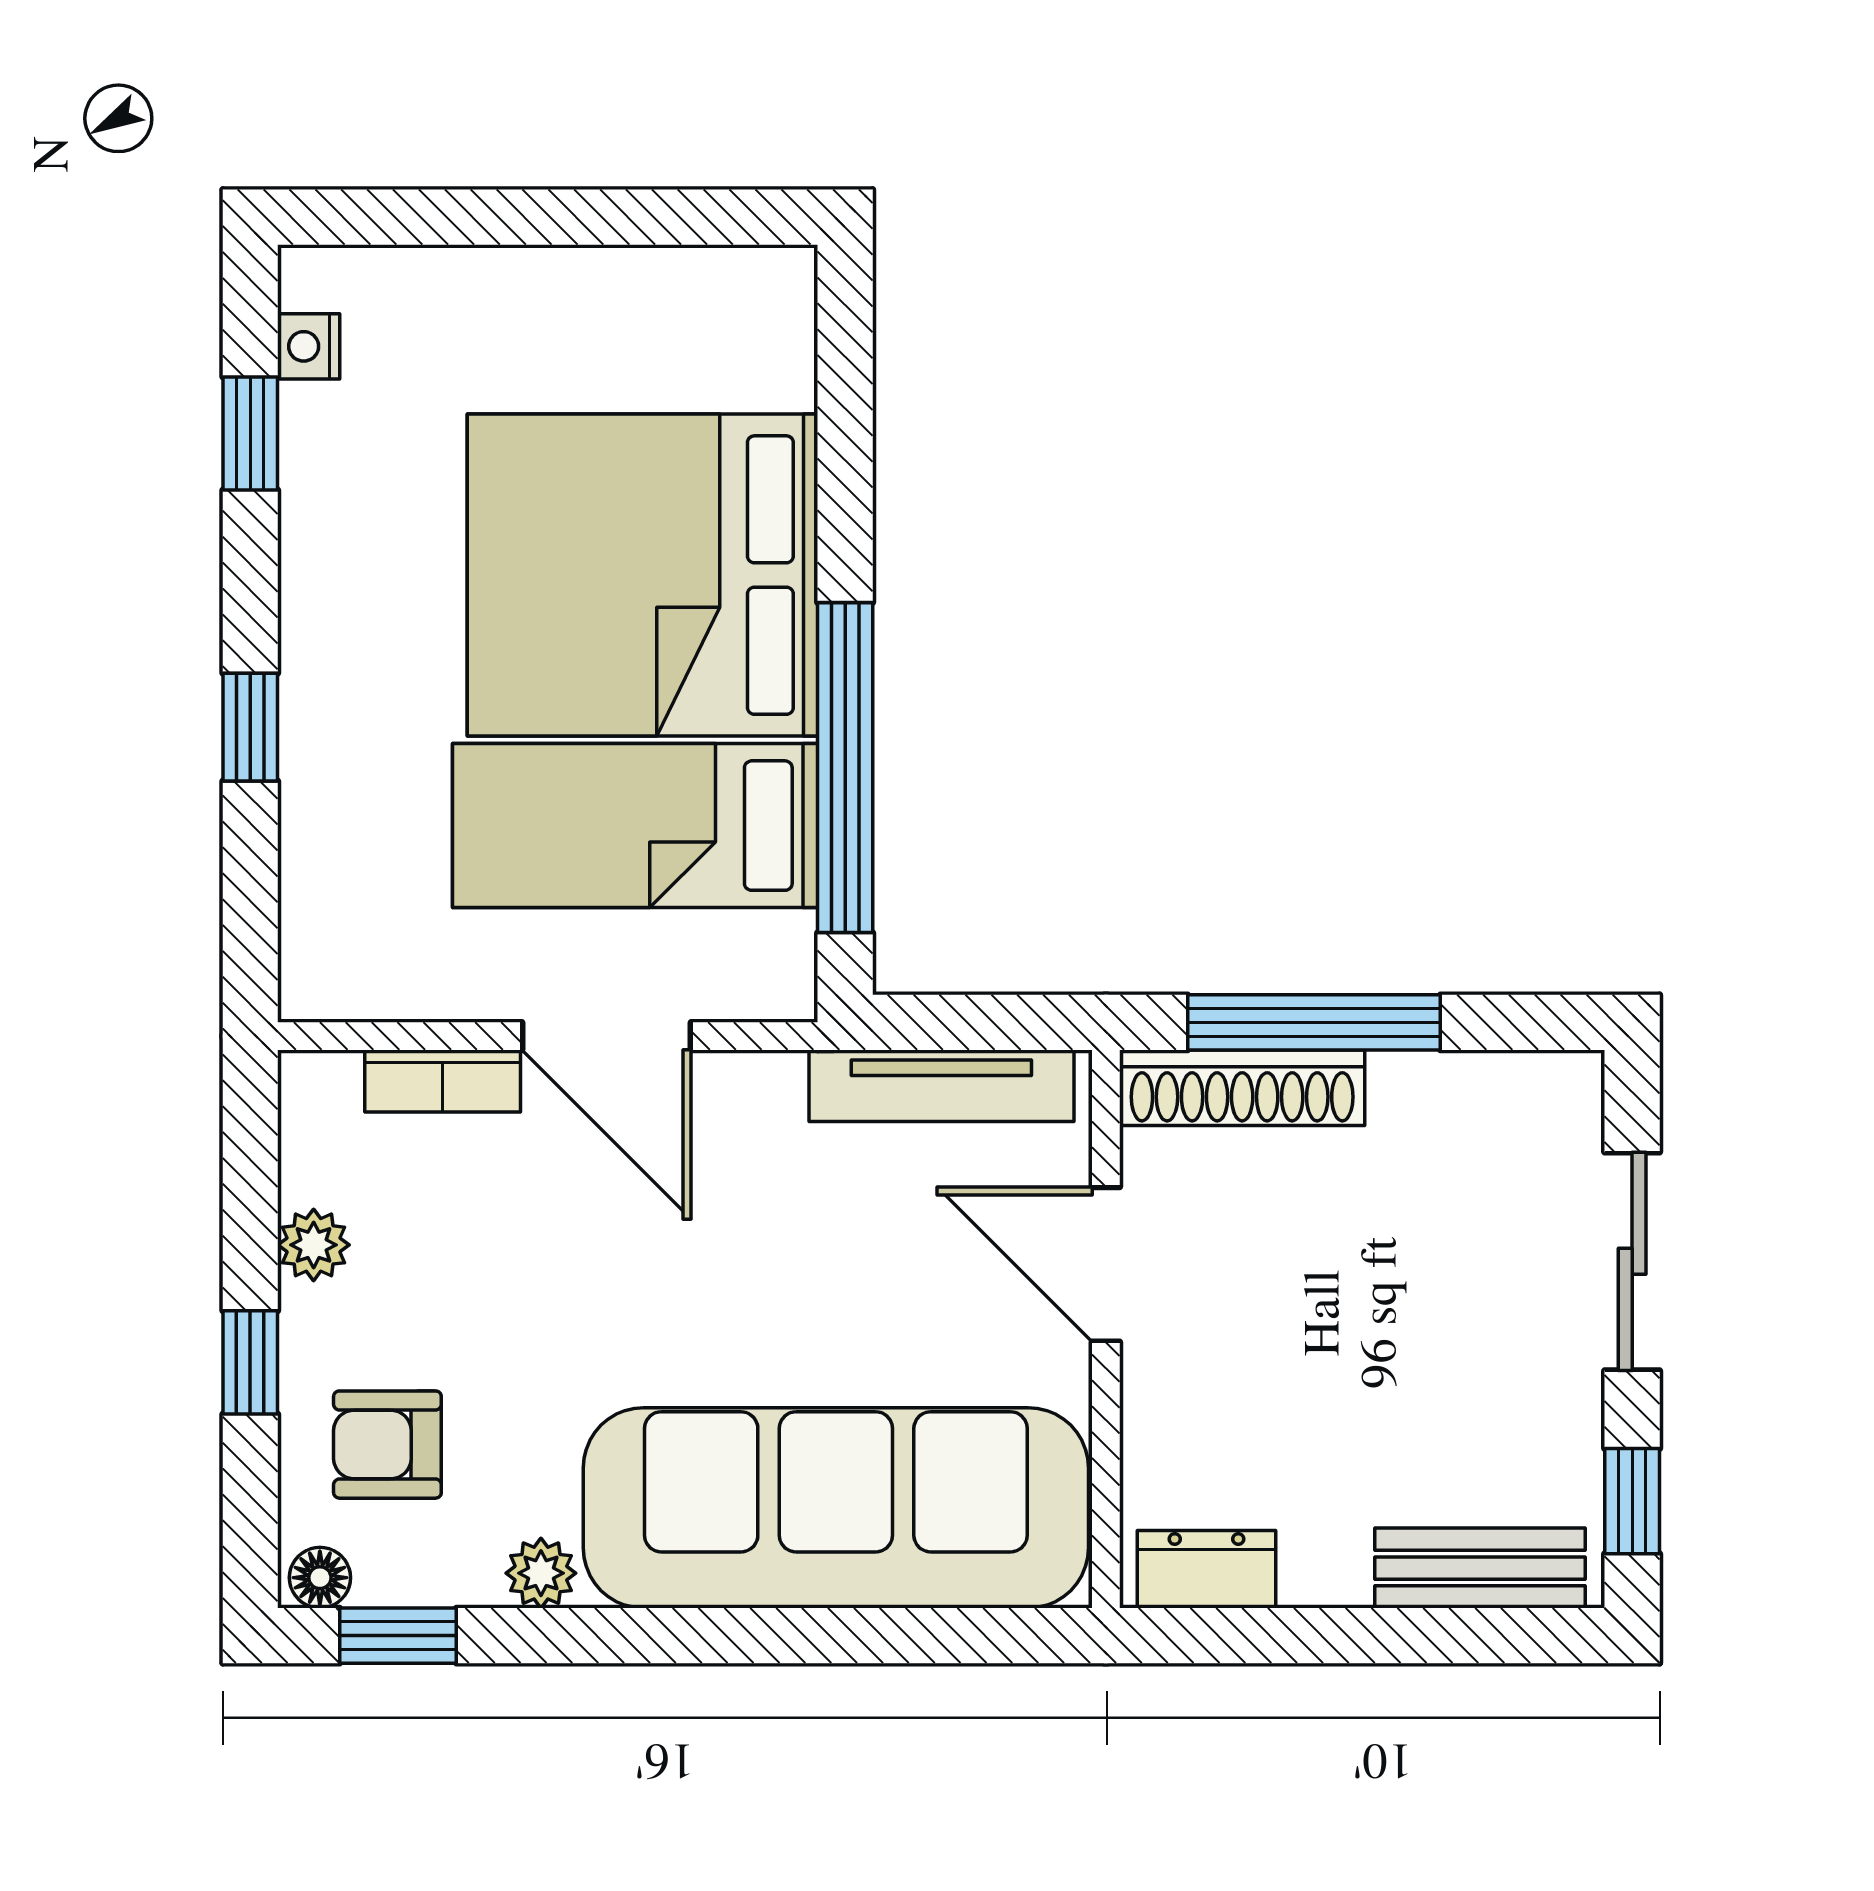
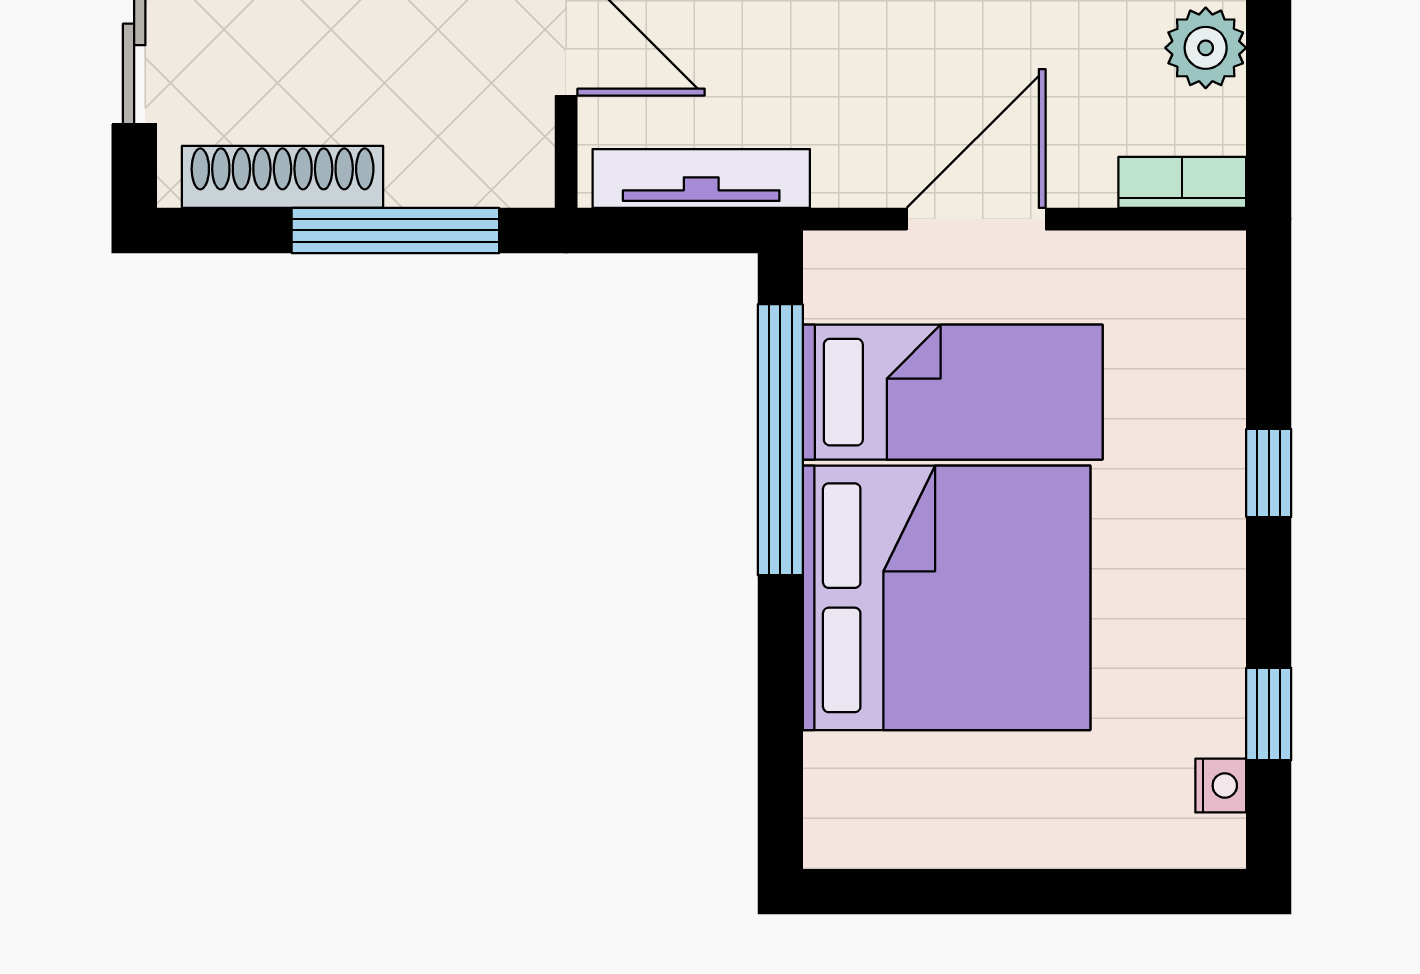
door: (607, 1036) -> (976, 219), hinge flipped
bookcase: (443, 1081) -> (1182, 182), moved
shoe rack: (1242, 1088) -> (283, 177), moved
plant: (314, 1245) -> (1206, 48), width x1.38, depth x1.38

